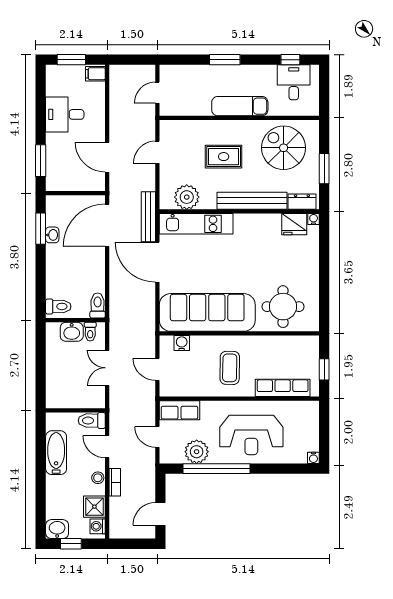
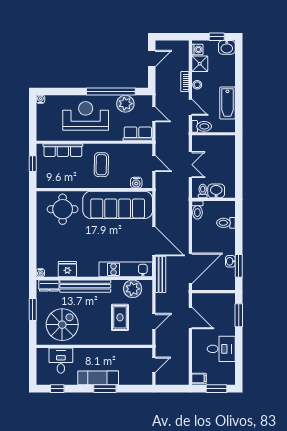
desk: (294, 82) -> (61, 361), moved, turned 180
exam couch: (240, 106) -> (98, 378), moved, turned 180
spiral stairs: (284, 148) -> (62, 325), turned -90
rug: (224, 157) -> (120, 317), moved, turned 90
fridge: (294, 224) -> (67, 269), moved
toilet: (58, 306) -> (226, 223), moved

